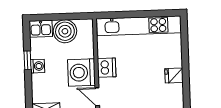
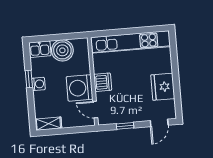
fridge: (174, 76) -> (163, 87), width x1.88, depth x1.34

